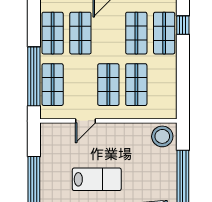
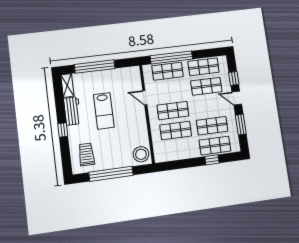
window: (183, 25) -> (212, 160), moved

